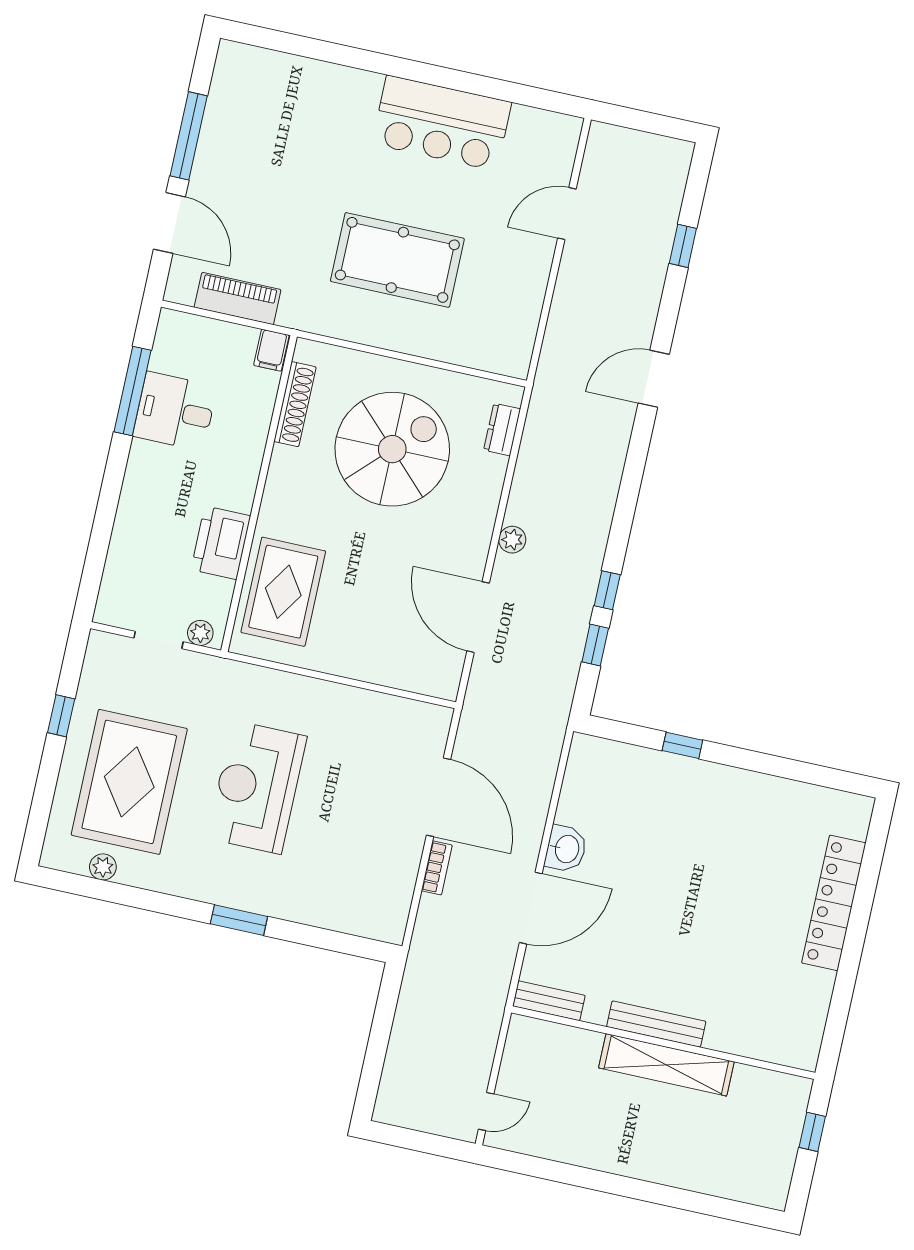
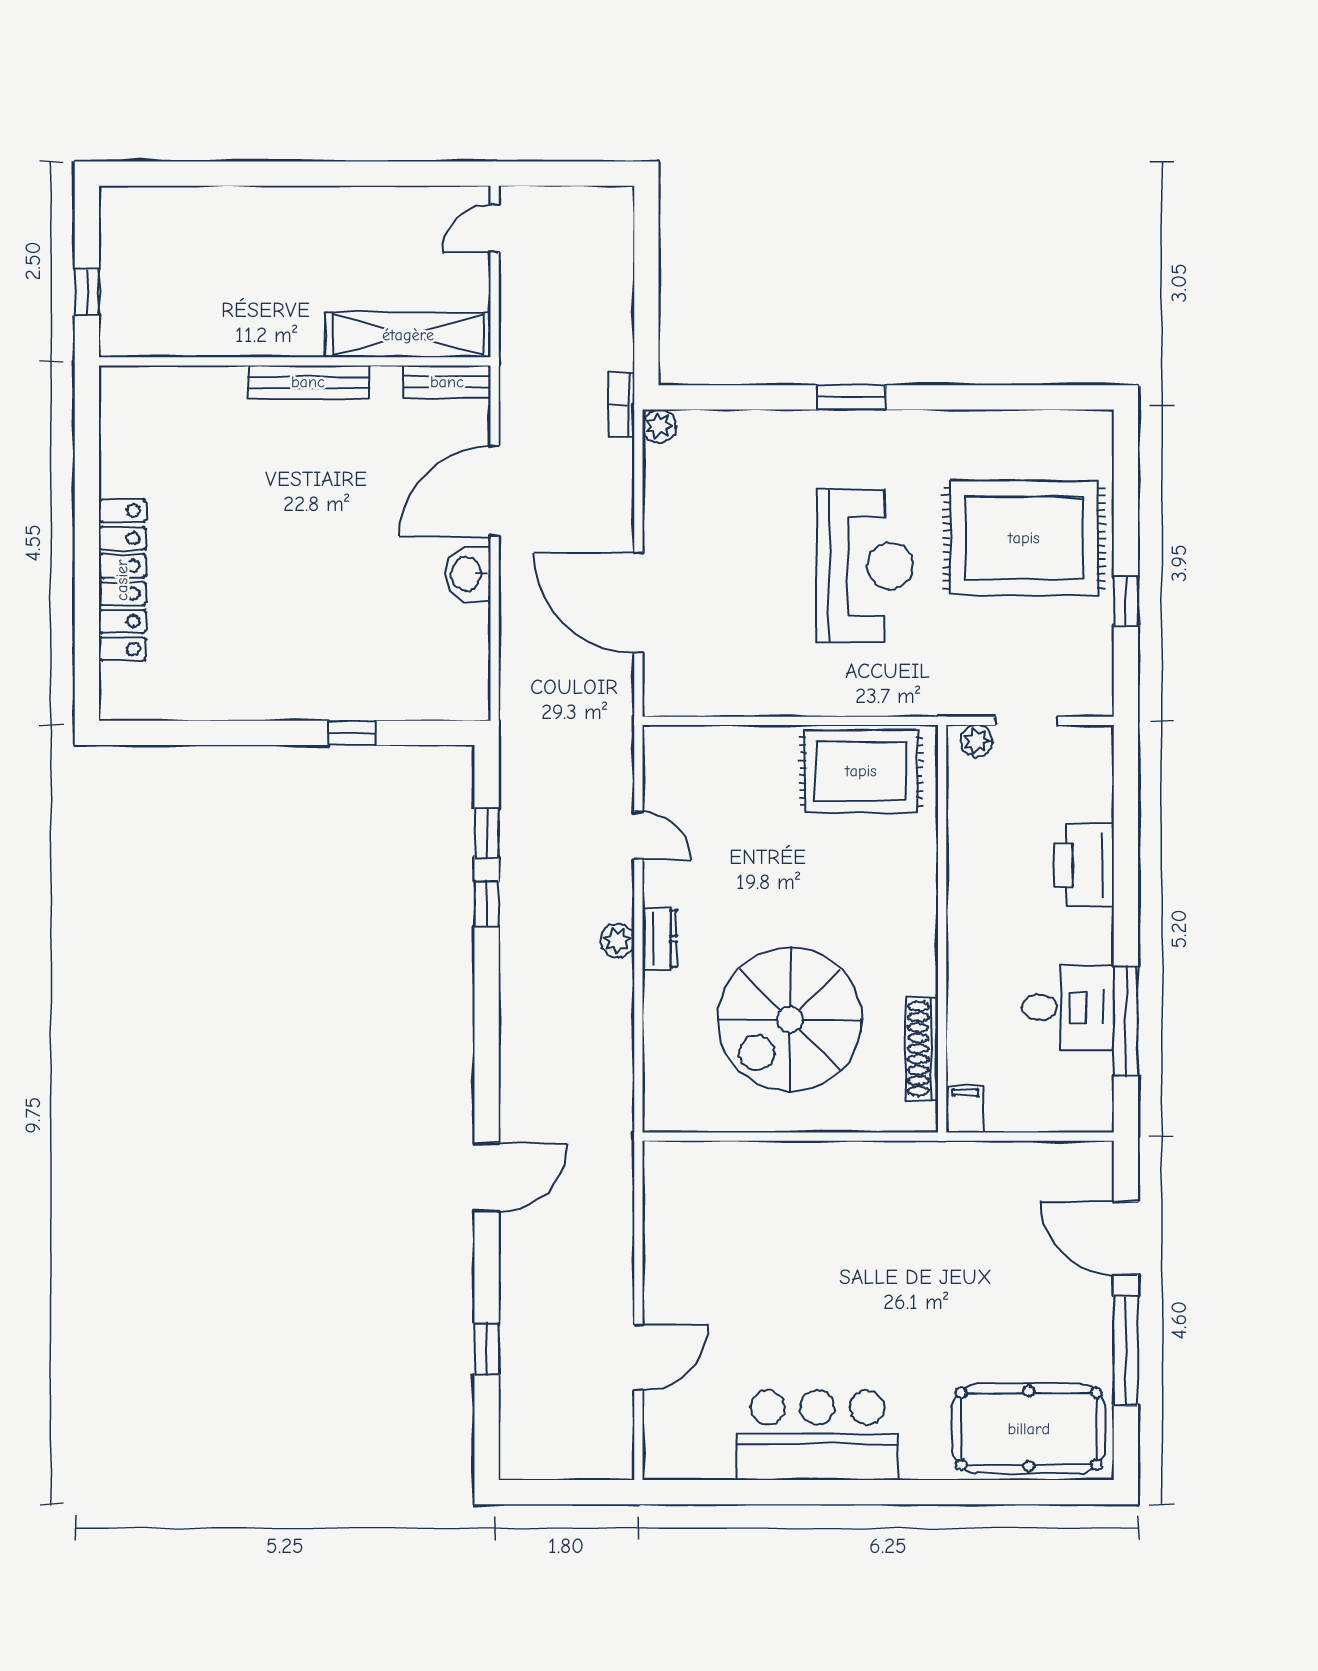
pool table: (397, 260) -> (1029, 1429), moved
piano: (238, 299) -> (1021, 1163), removed
dresser: (502, 430) -> (660, 939), moved
printer: (221, 543) -> (1084, 865), moved, turned 180
rug: (283, 592) -> (861, 771), moved, turned 90
door: (478, 617) -> (638, 836), width x0.53
rug: (129, 782) -> (1024, 538), turned 90
plant: (103, 867) -> (659, 426), moved
bookcase: (437, 868) -> (621, 405), moved
shelving: (666, 1065) -> (408, 335), moved

